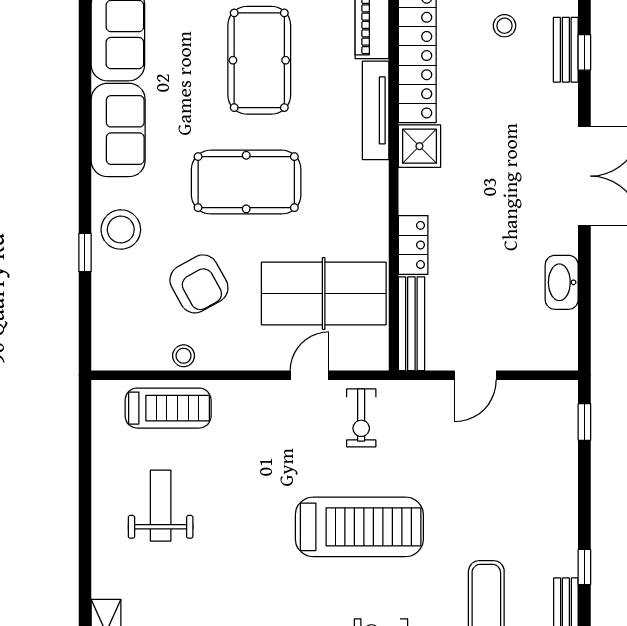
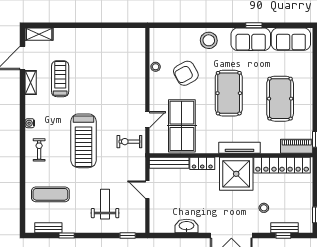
stool: (505, 26) -> (264, 208), moved
pool table: (259, 60) -> (280, 99), turned 90
tv unit: (376, 110) -> (240, 148), moved
shower: (419, 146) -> (236, 174), width x1.86, depth x1.86
window: (85, 253) -> (254, 25), moved
door: (310, 375) -> (147, 120), hinge flipped
treadmill: (168, 408) -> (60, 79), moved, turned 180
weight bench: (161, 506) -> (105, 204), moved, turned -90

